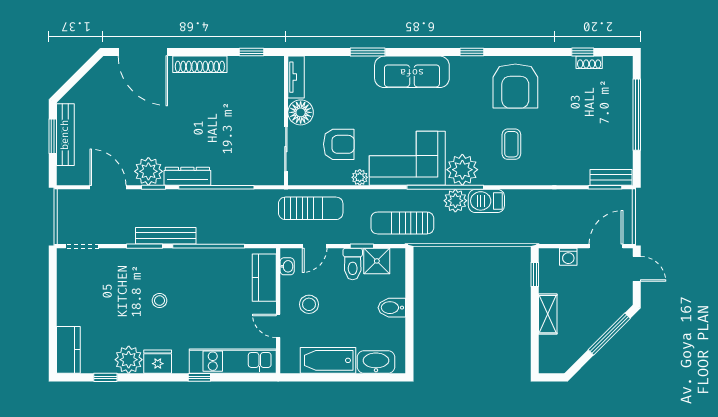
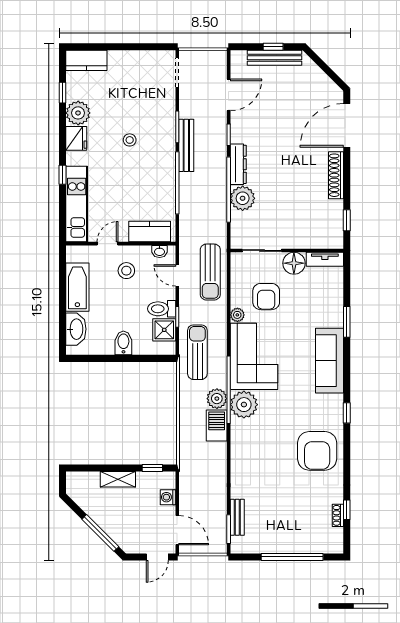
armchair: (515, 86) -> (317, 451), turned -90
window: (53, 136) -> (273, 47), width x0.67
coffee table: (511, 144) -> (266, 447), removed
plant: (148, 171) -> (243, 198), moved
bench: (611, 177) -> (237, 517), moved

